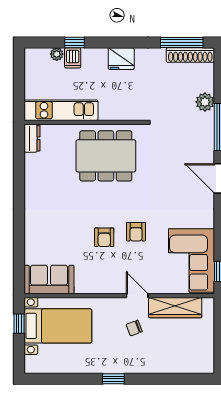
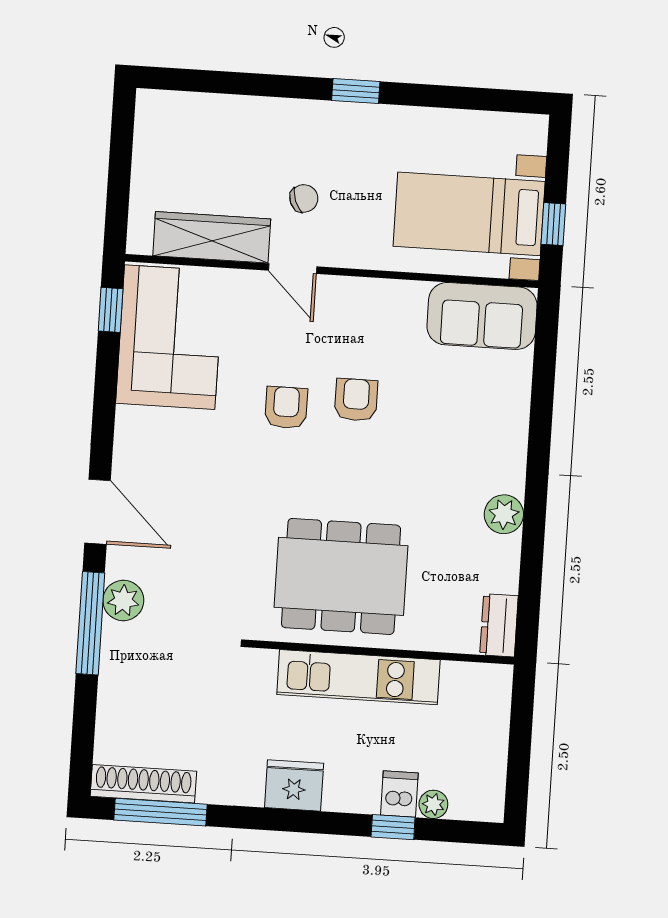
plant: (205, 102) -> (123, 600), moved
kitchen unit: (61, 110) -> (358, 677), moved
plant: (33, 189) -> (504, 514), added

